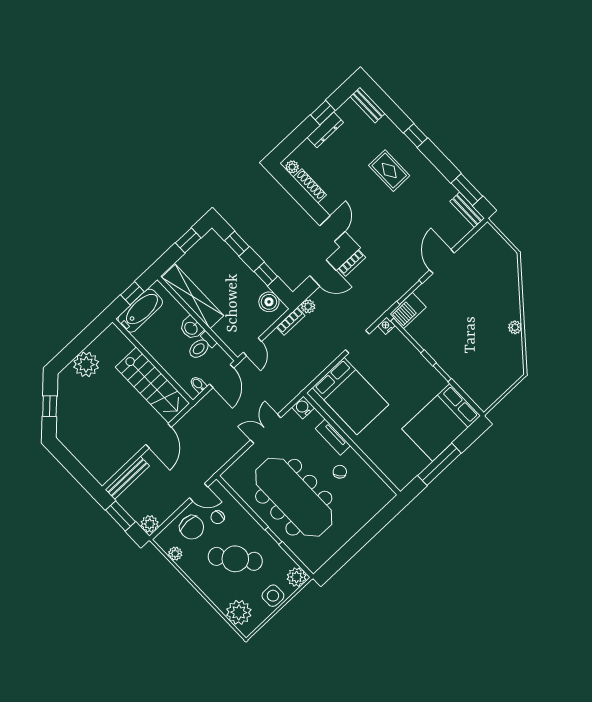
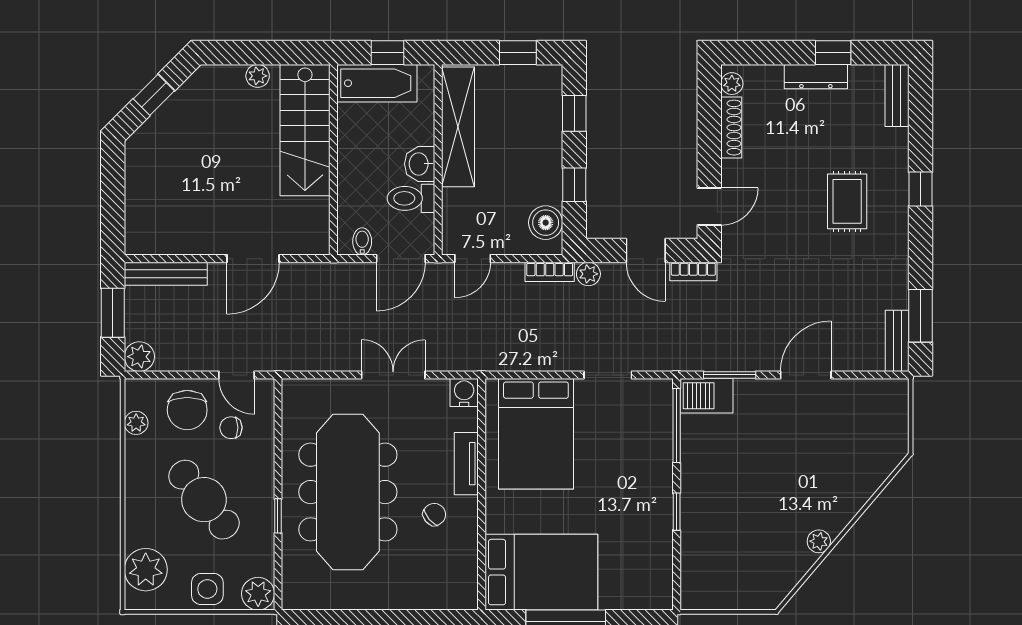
nightstand: (386, 326) -> (662, 389), removed
plant: (86, 364) -> (258, 76), width x0.53, depth x0.53
stairs: (153, 385) -> (305, 130), moved
bed: (441, 422) -> (541, 572), moved, turned 180

